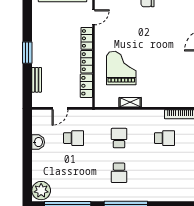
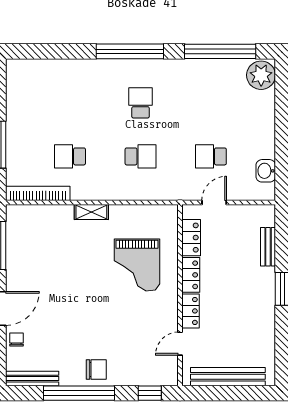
shelving: (130, 102) -> (91, 212), moved
door: (60, 108) -> (214, 203), moved
school desk: (119, 138) -> (140, 156), turned -90
washbasin: (38, 142) -> (266, 171), moved

